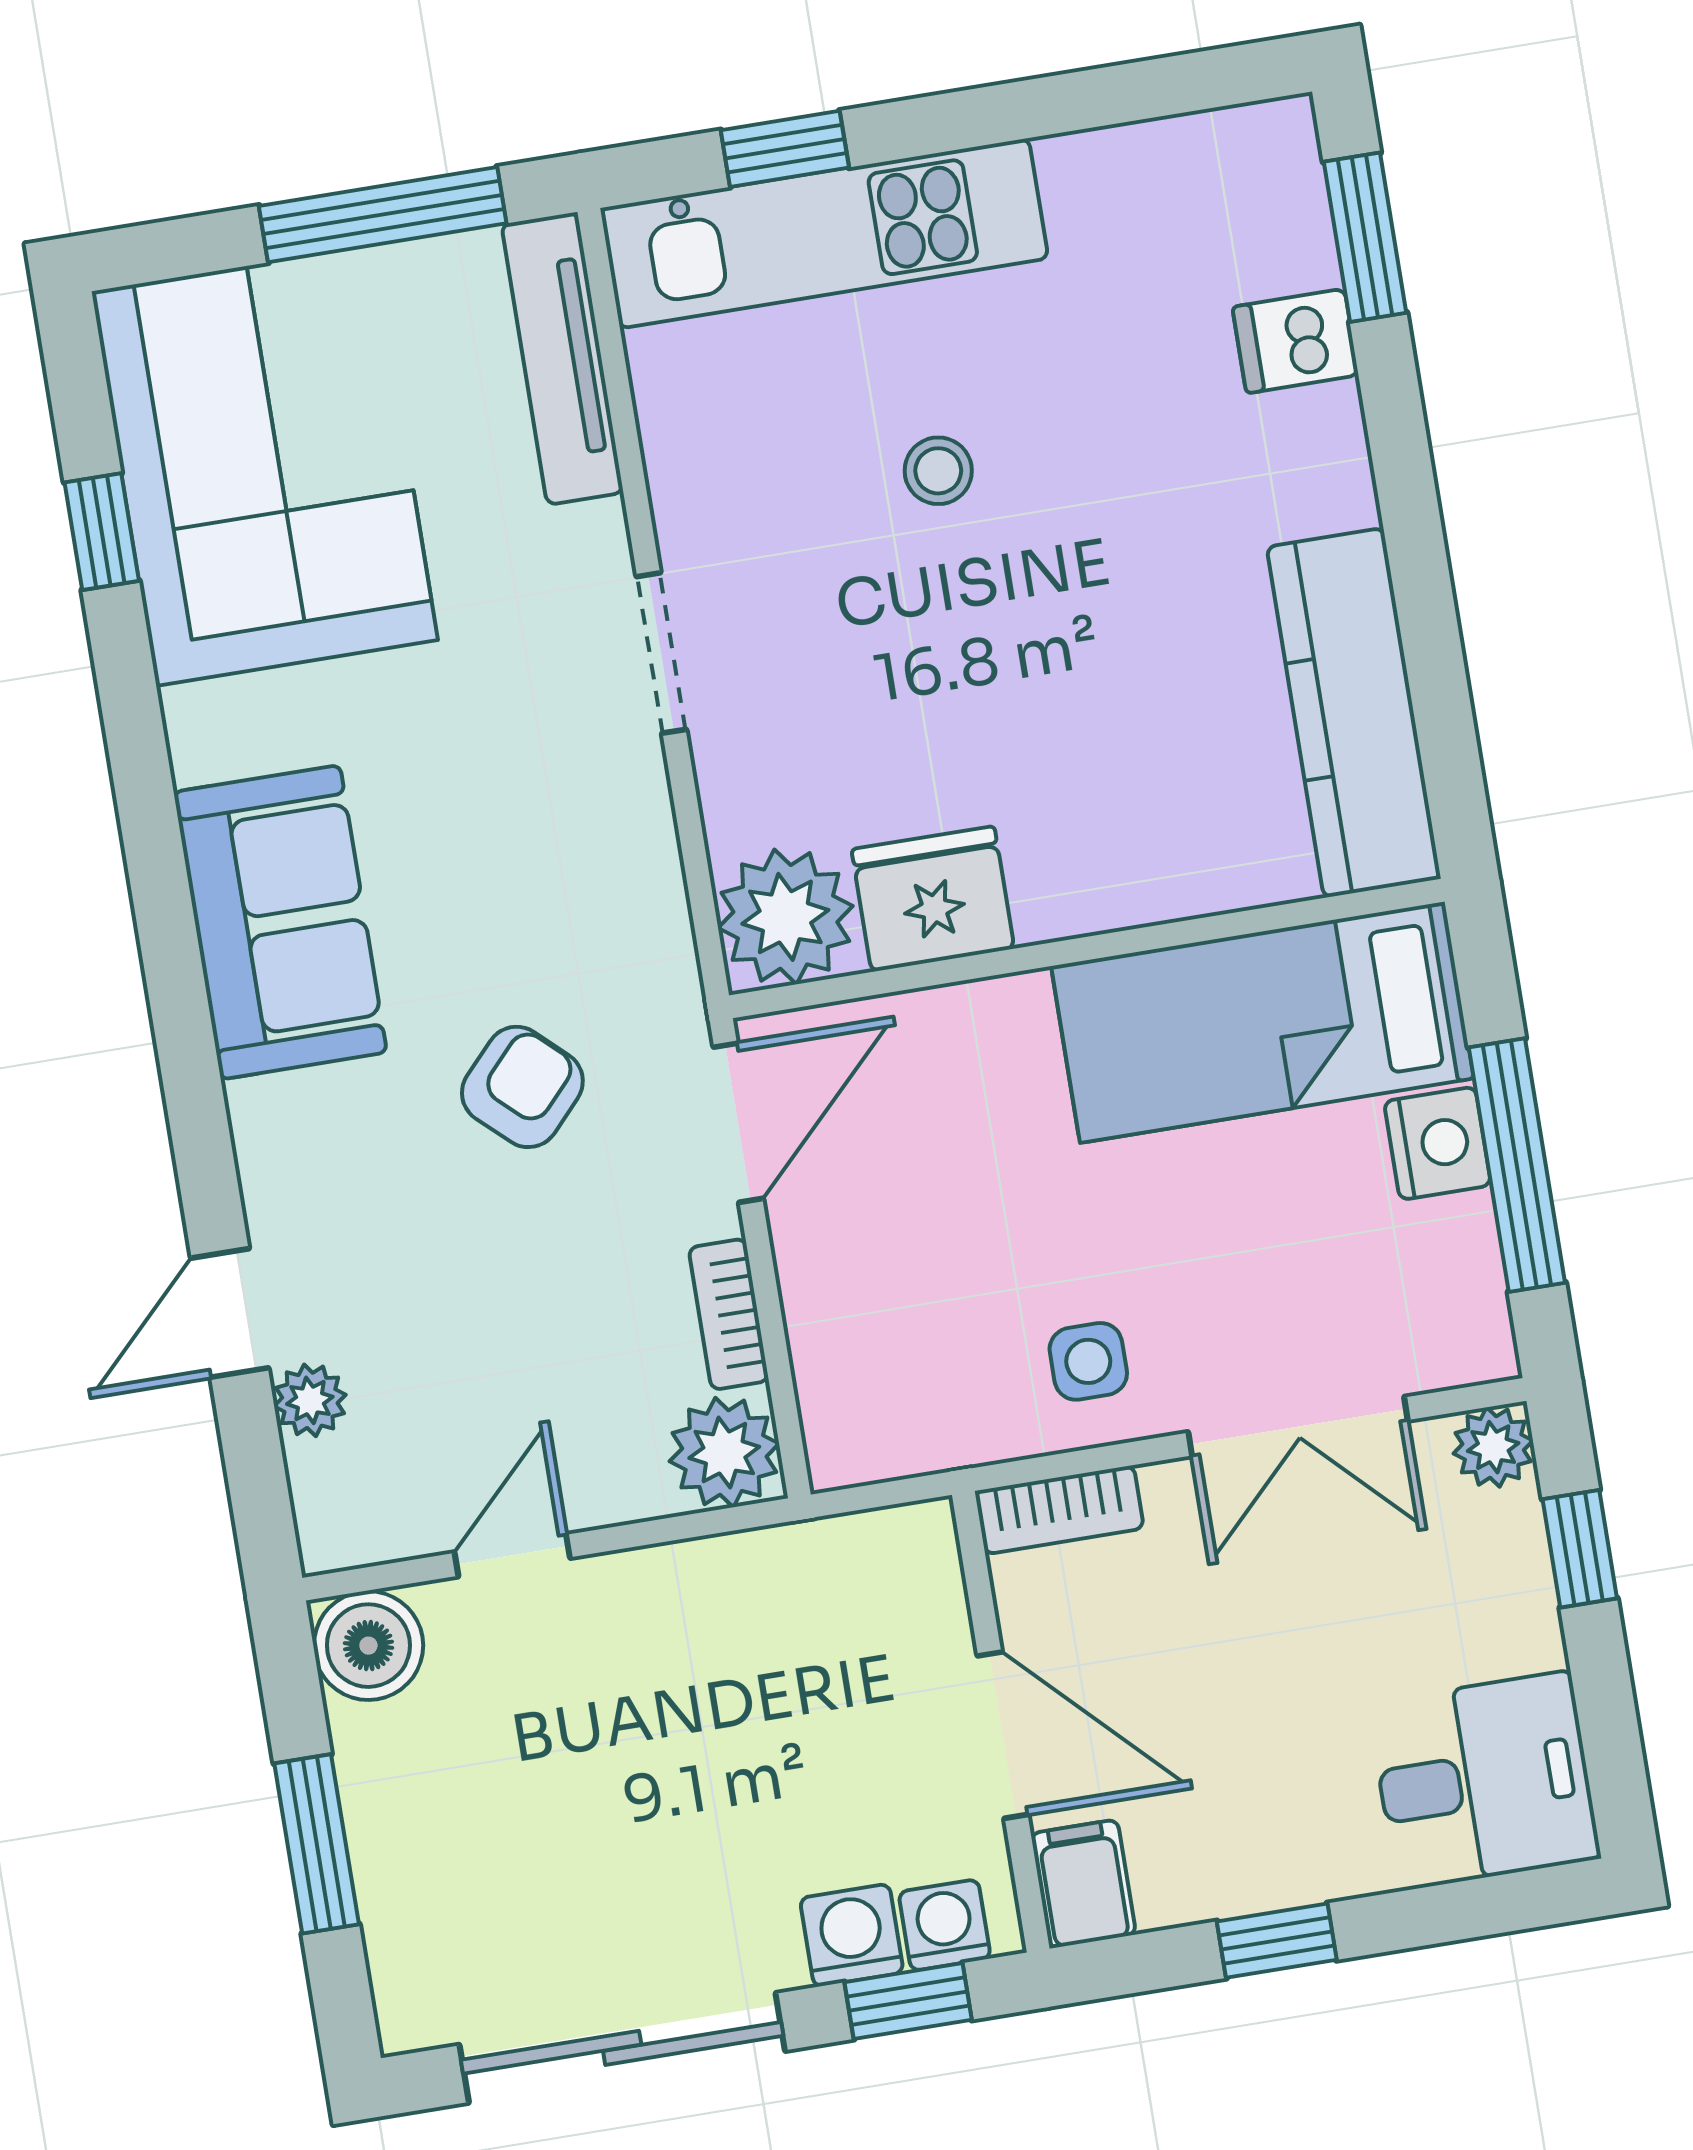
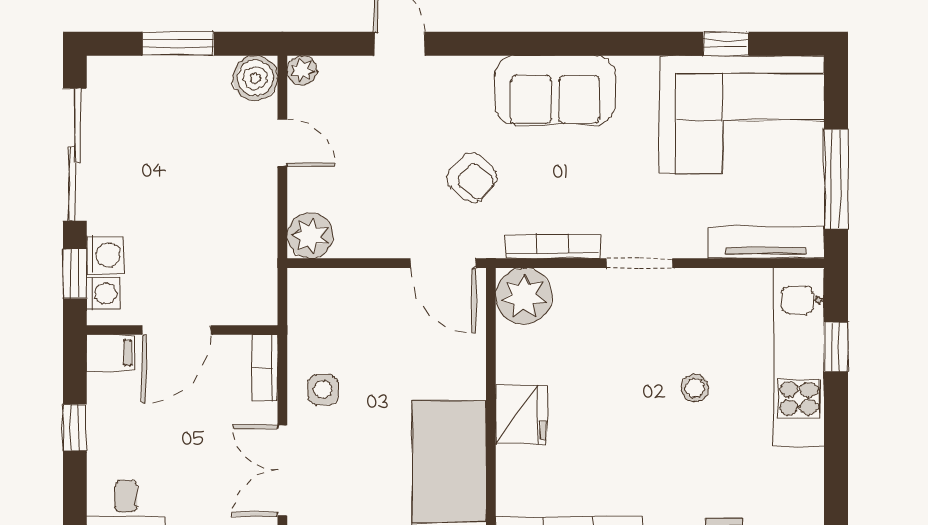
fridge: (933, 899) -> (521, 415), moved
bookcase: (729, 1314) -> (553, 247), moved, width x1.56
plant: (310, 1400) -> (302, 71), moved

